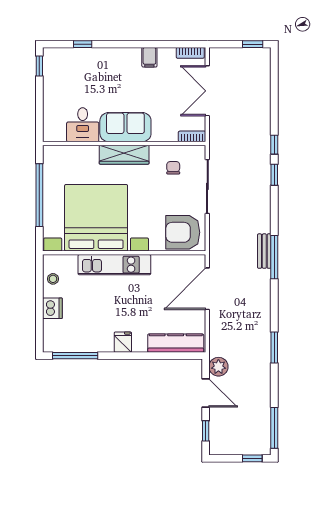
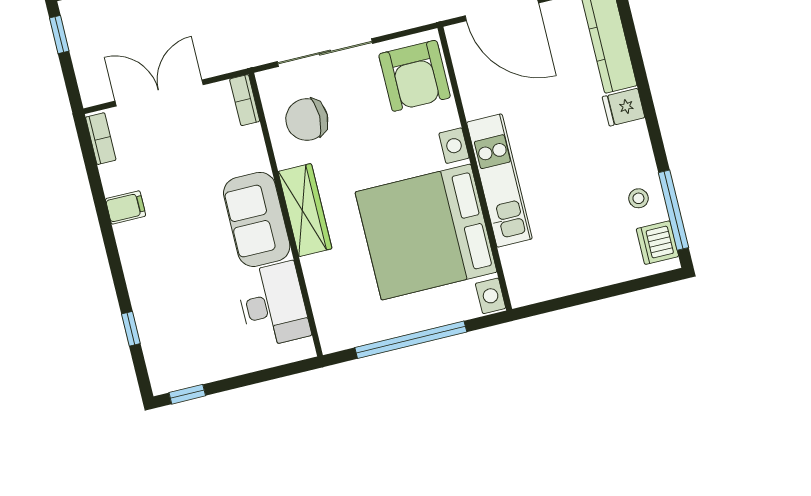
double door: (207, 91) -> (159, 93), swing flipped
desk: (83, 125) -> (273, 305), width x1.37
chair: (173, 168) -> (307, 120), width x1.87, depth x1.87
stool: (53, 279) -> (638, 198), moved
dishwasher: (52, 308) -> (657, 243), moved, turned -90
fridge: (123, 342) -> (623, 107), moved

